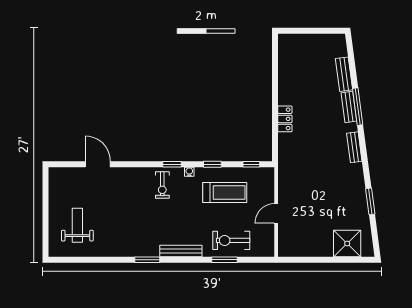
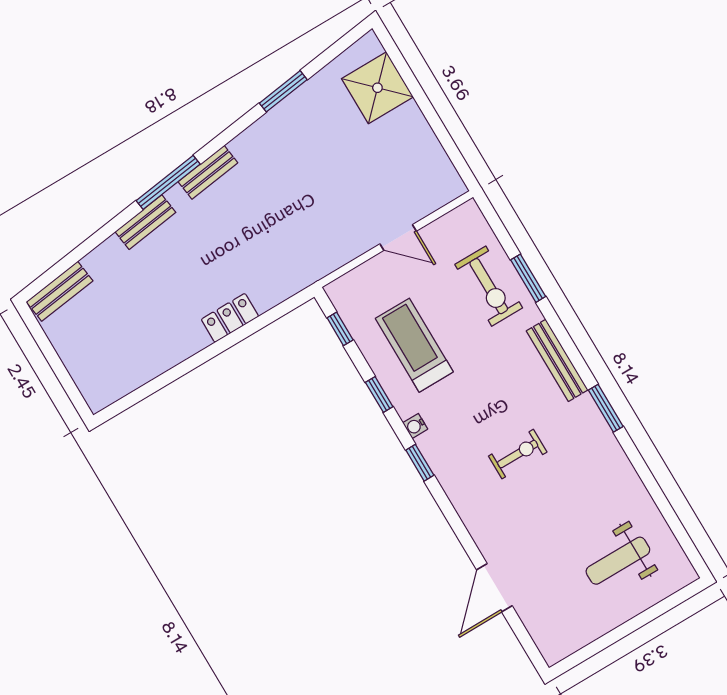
bench: (344, 74) -> (60, 291), moved
window: (358, 107) -> (168, 182), moved
exercise bike: (162, 185) -> (518, 454), moved

